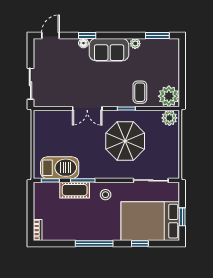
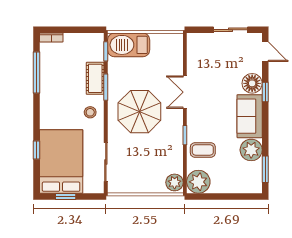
floor lamp: (83, 43) -> (252, 83), width x1.89, depth x1.89
plant: (135, 44) -> (251, 150), width x1.88, depth x1.88
sliding door: (30, 84) -> (230, 30), moved
parasol: (125, 141) -> (139, 112), moved
barbecue: (60, 168) -> (129, 45), moved, turned 90
window: (94, 244) -> (36, 73), moved

